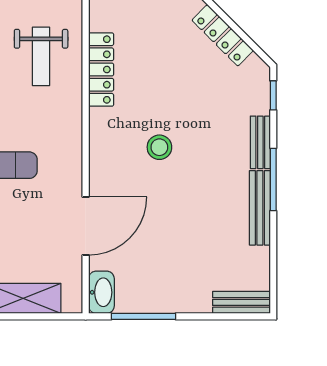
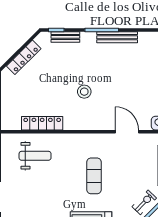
bench: (260, 142) -> (65, 37), moved
door: (86, 226) -> (127, 132), width x0.73

